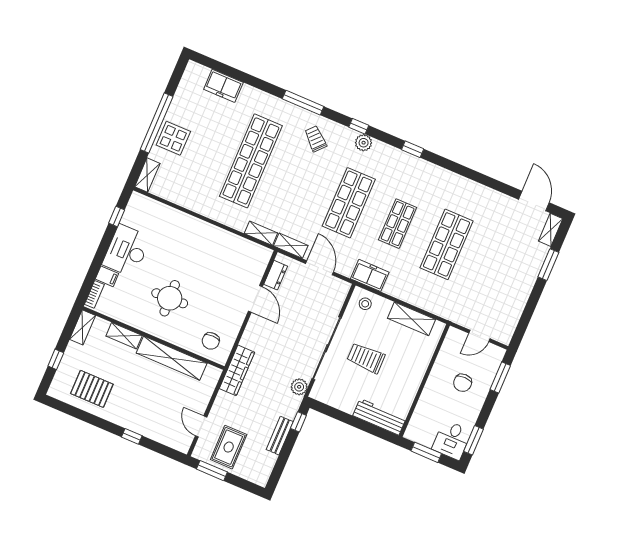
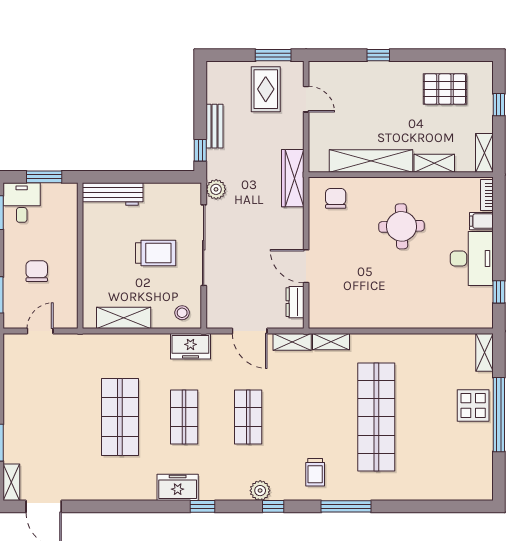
freezer: (223, 86) -> (178, 487), moved
trolley: (316, 139) -> (315, 472), turned 47
shop shelf: (349, 203) -> (248, 417), width x0.70, depth x0.74

